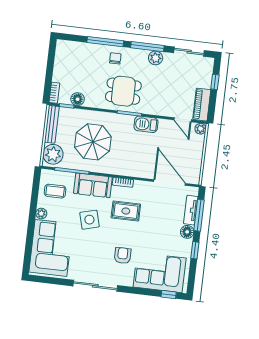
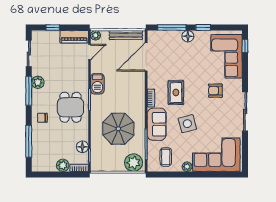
window: (105, 42) -> (29, 141), moved
plant: (59, 75) -> (63, 165), added
bench: (52, 124) -> (126, 35), moved
tv unit: (191, 210) -> (168, 35), removed

